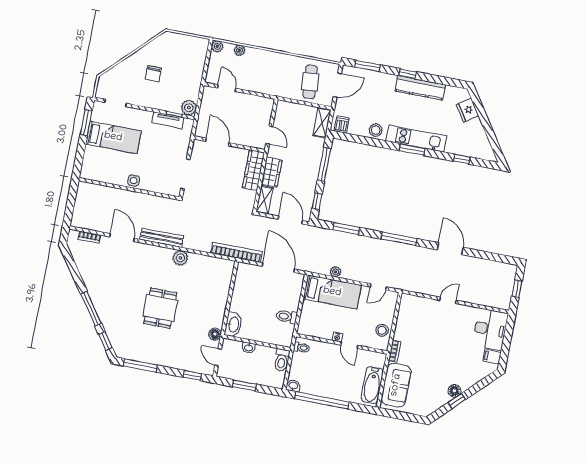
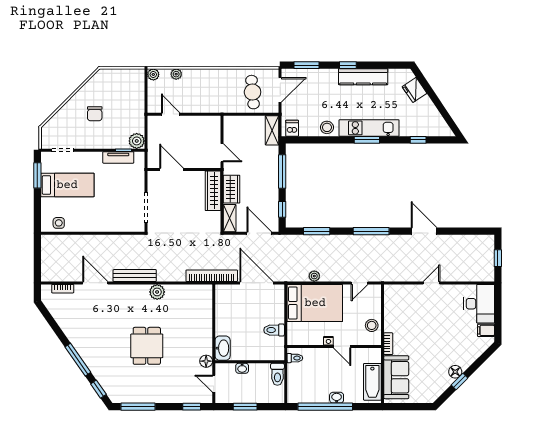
side table: (134, 180) -> (59, 223), moved
bed: (332, 292) -> (315, 303), width x1.50
washbasin: (293, 386) -> (337, 398), moved

